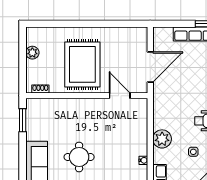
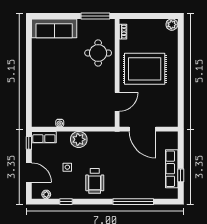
plant: (32, 53) -> (172, 25), moved
window: (23, 120) -> (95, 16), width x1.44
round table: (79, 157) -> (98, 53), moved

